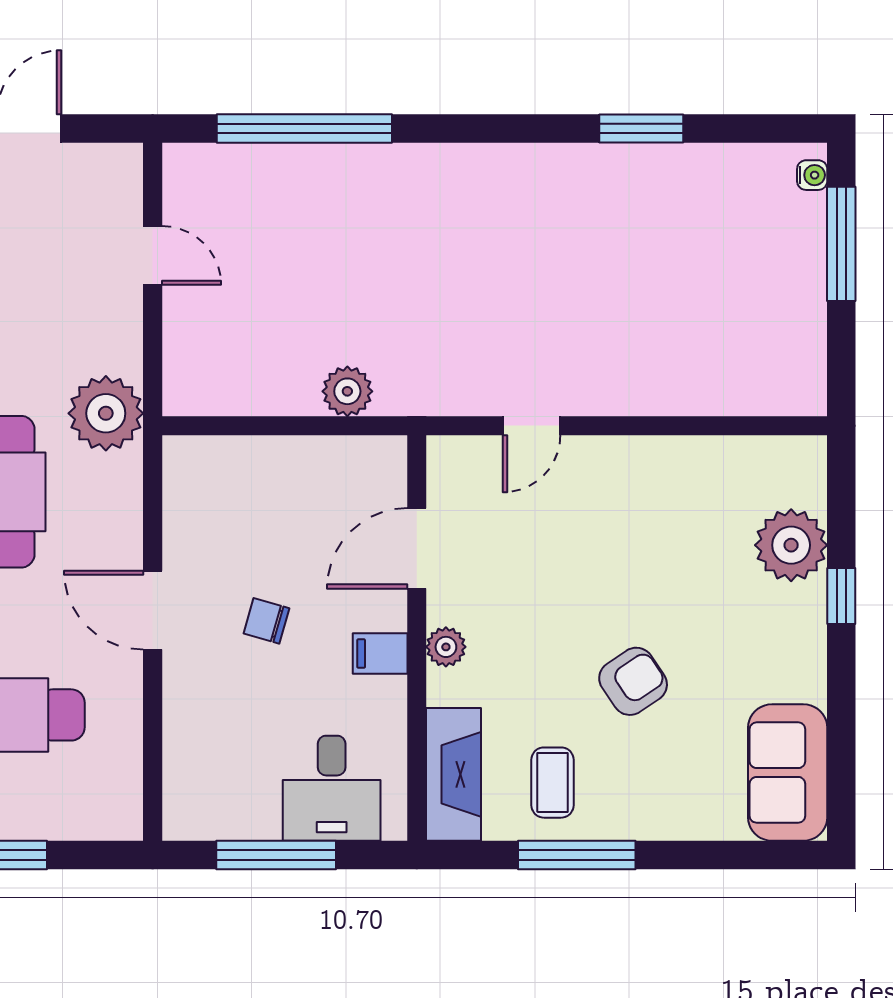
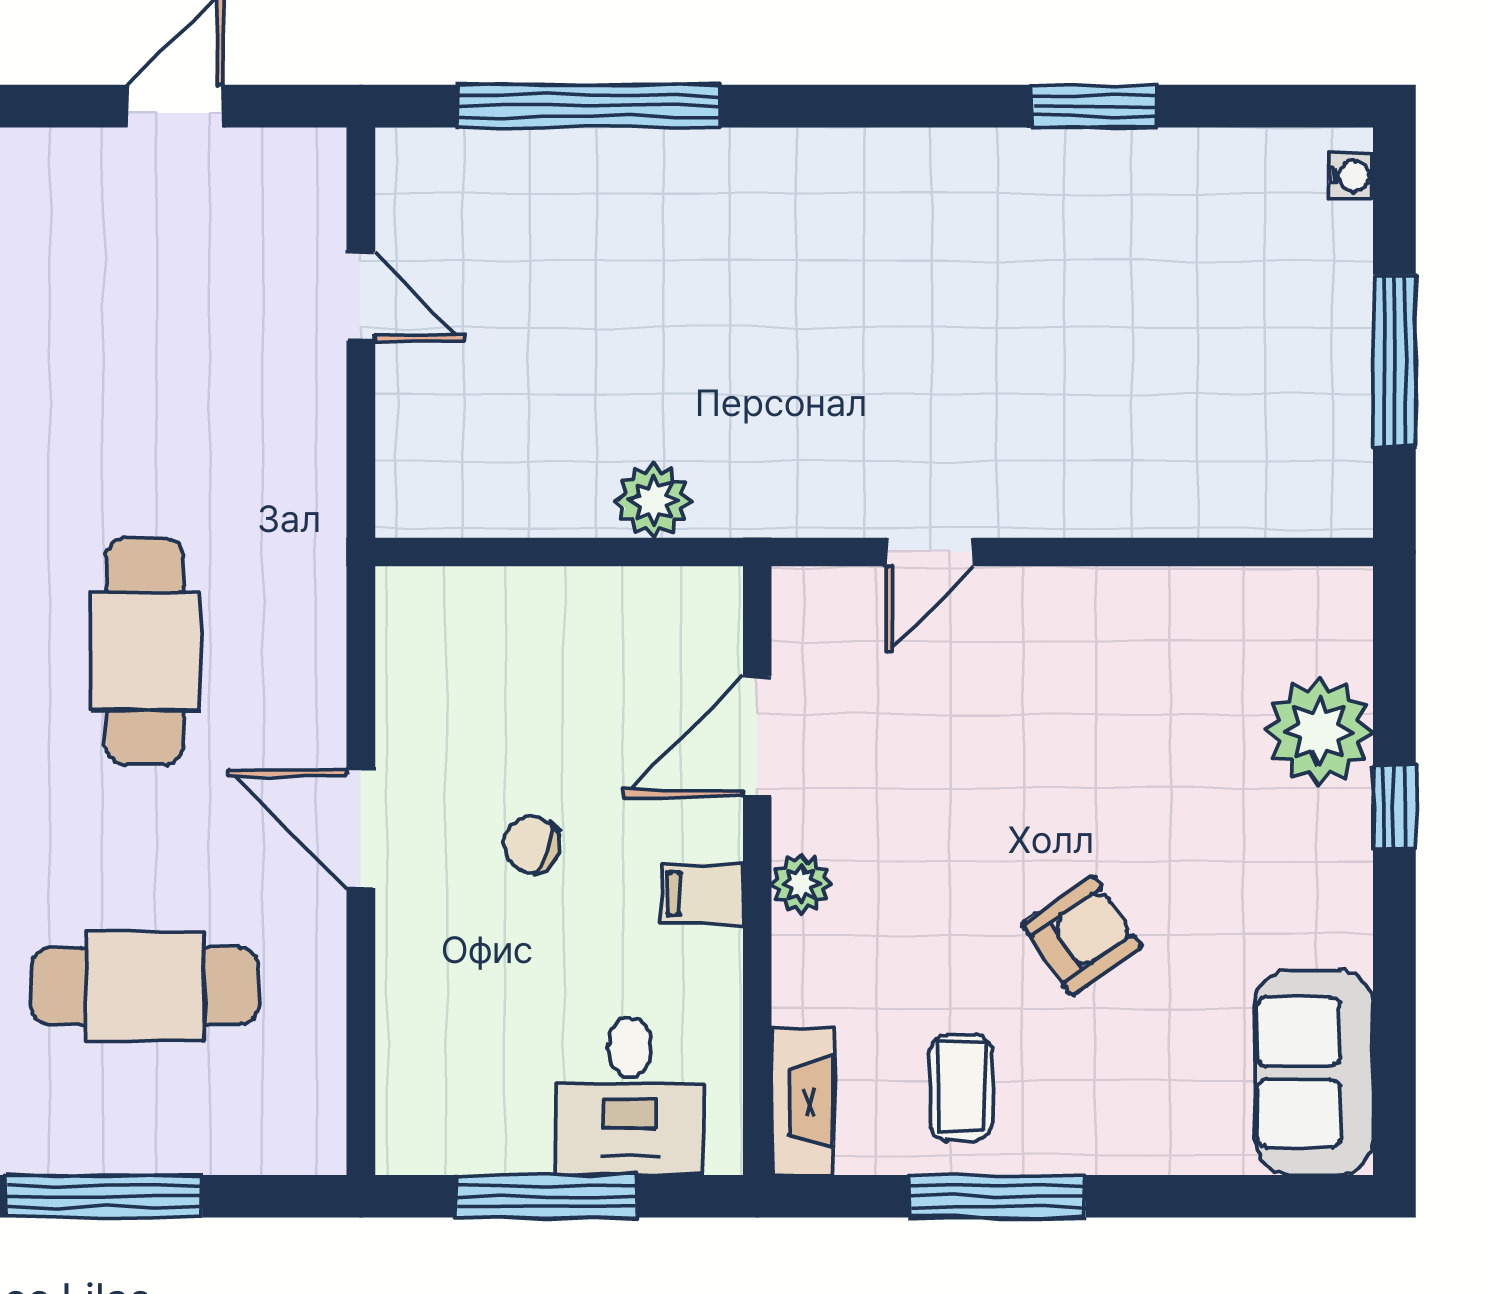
window: (841, 244) -> (1394, 361), moved
plant: (106, 413) -> (291, 533), removed
fireplace: (454, 774) -> (803, 1102), width x0.73, depth x0.76

